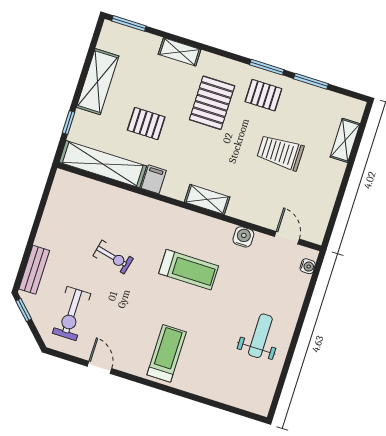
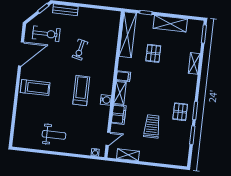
pallet: (212, 103) -> (171, 86), removed
shelving: (345, 140) -> (128, 155), moved
filing cabinet: (154, 179) -> (123, 76), moved
filing cabinet: (246, 209) -> (119, 114), added
water cooler: (243, 237) -> (106, 100), moved
treadmill: (189, 270) -> (81, 90), turned 180
exercise bike: (72, 314) -> (46, 34), turned 180
door: (100, 367) -> (21, 54), width x1.88

